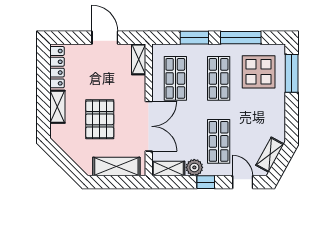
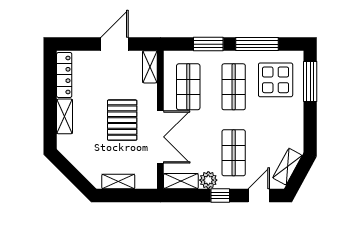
door: (105, 38) -> (114, 44), hinge flipped
pallet: (100, 119) -> (122, 120), moved
shelving: (116, 166) -> (118, 181), width x0.67, depth x0.75
door: (243, 182) -> (259, 195), hinge flipped

